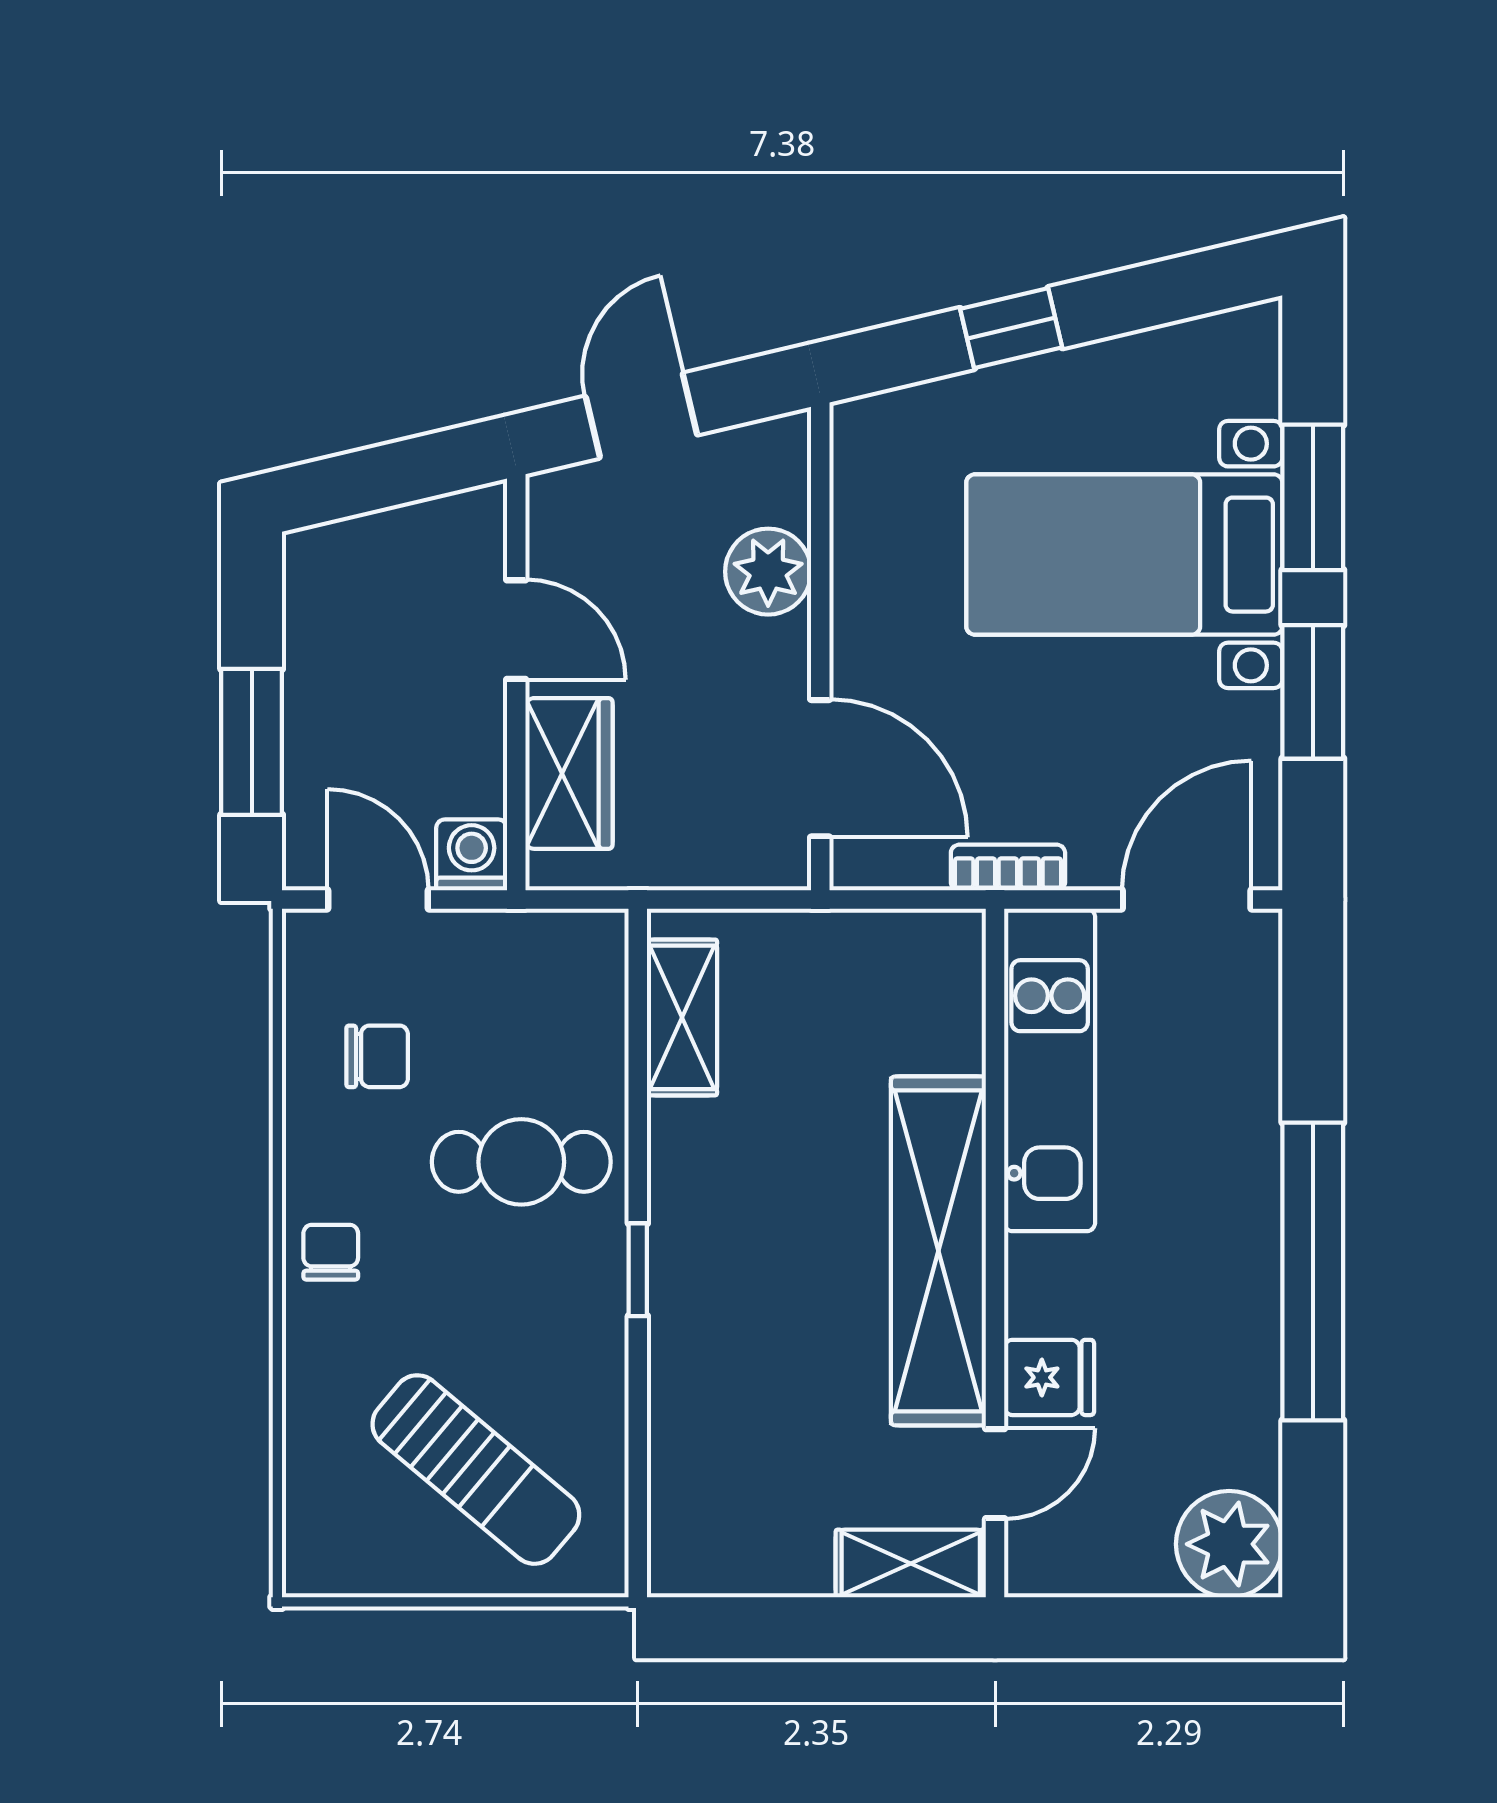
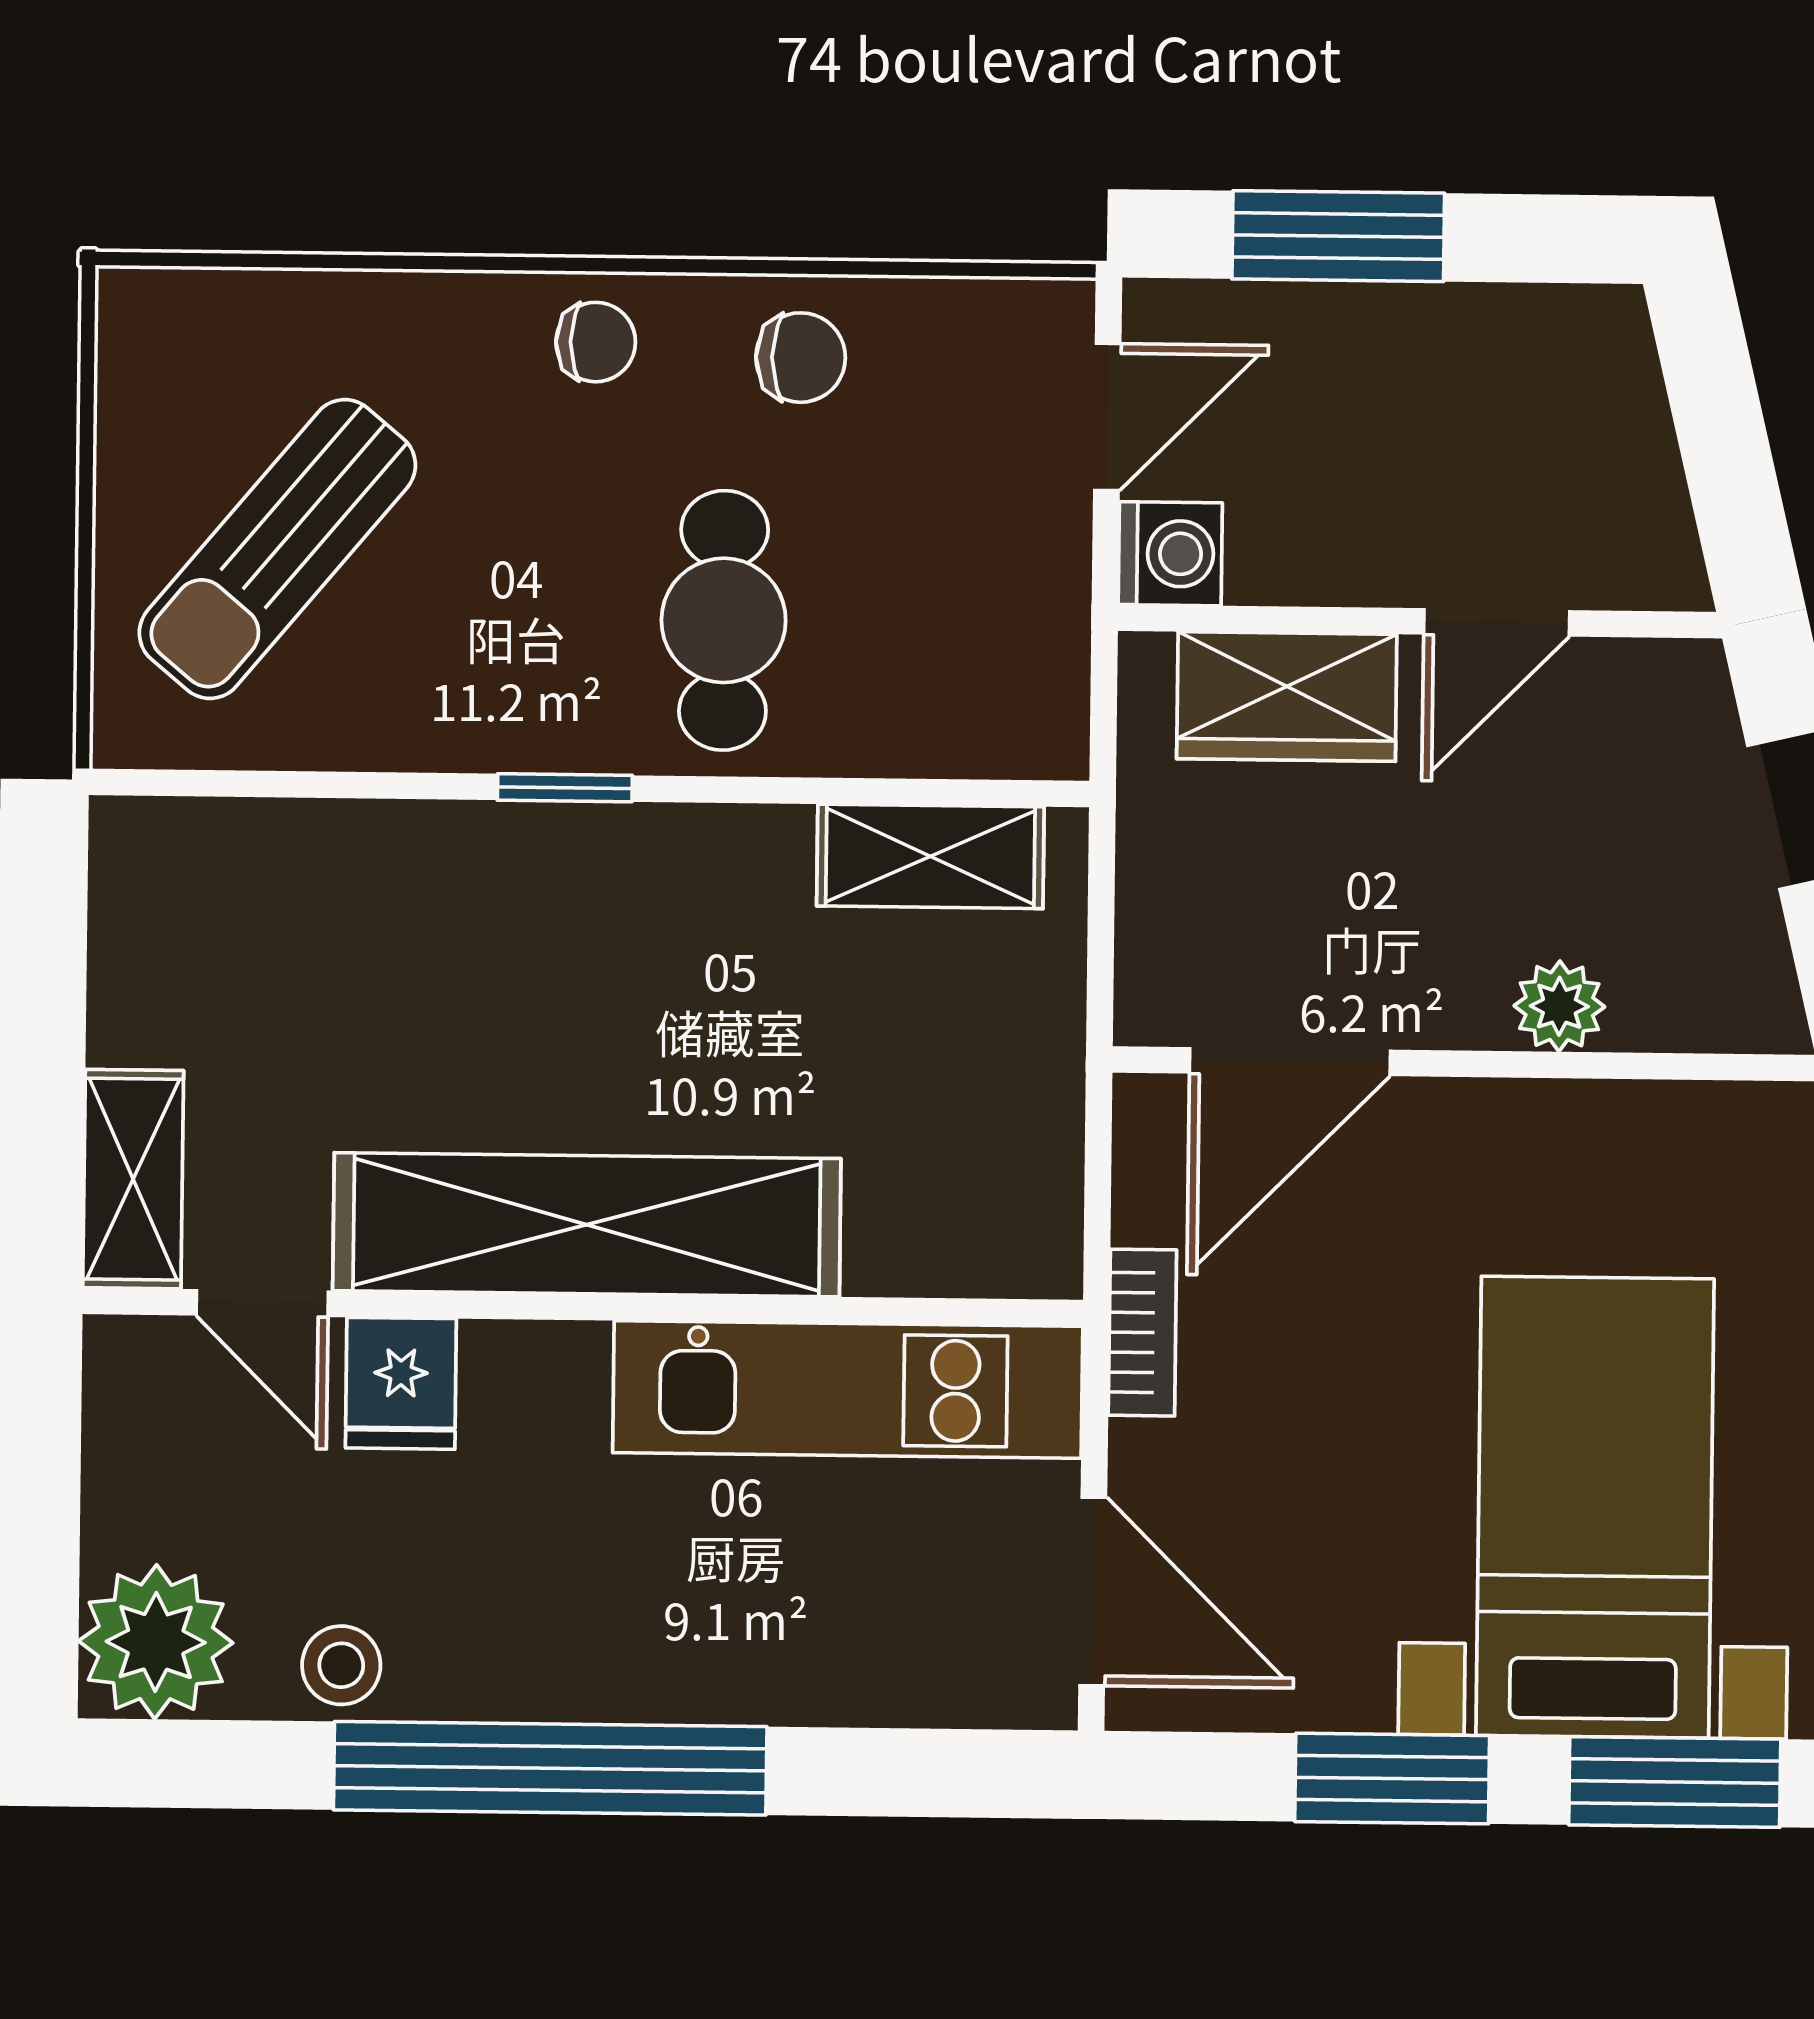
plant: (768, 572) -> (1559, 1006), width x0.73, depth x0.73
chair: (377, 1056) -> (801, 358), moved, turned -90
stool: (1244, 1416) -> (341, 1665), added

